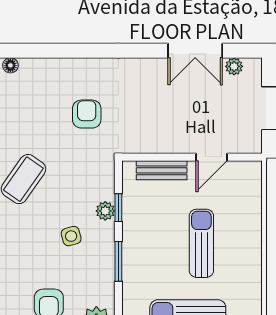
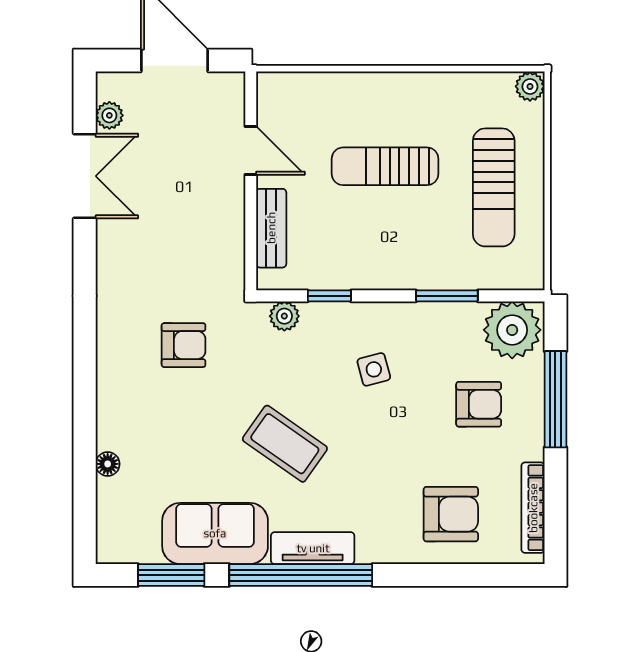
armchair: (87, 114) -> (184, 345), turned 180
plant: (105, 211) -> (284, 316), moved
window: (118, 261) -> (447, 296), moved

